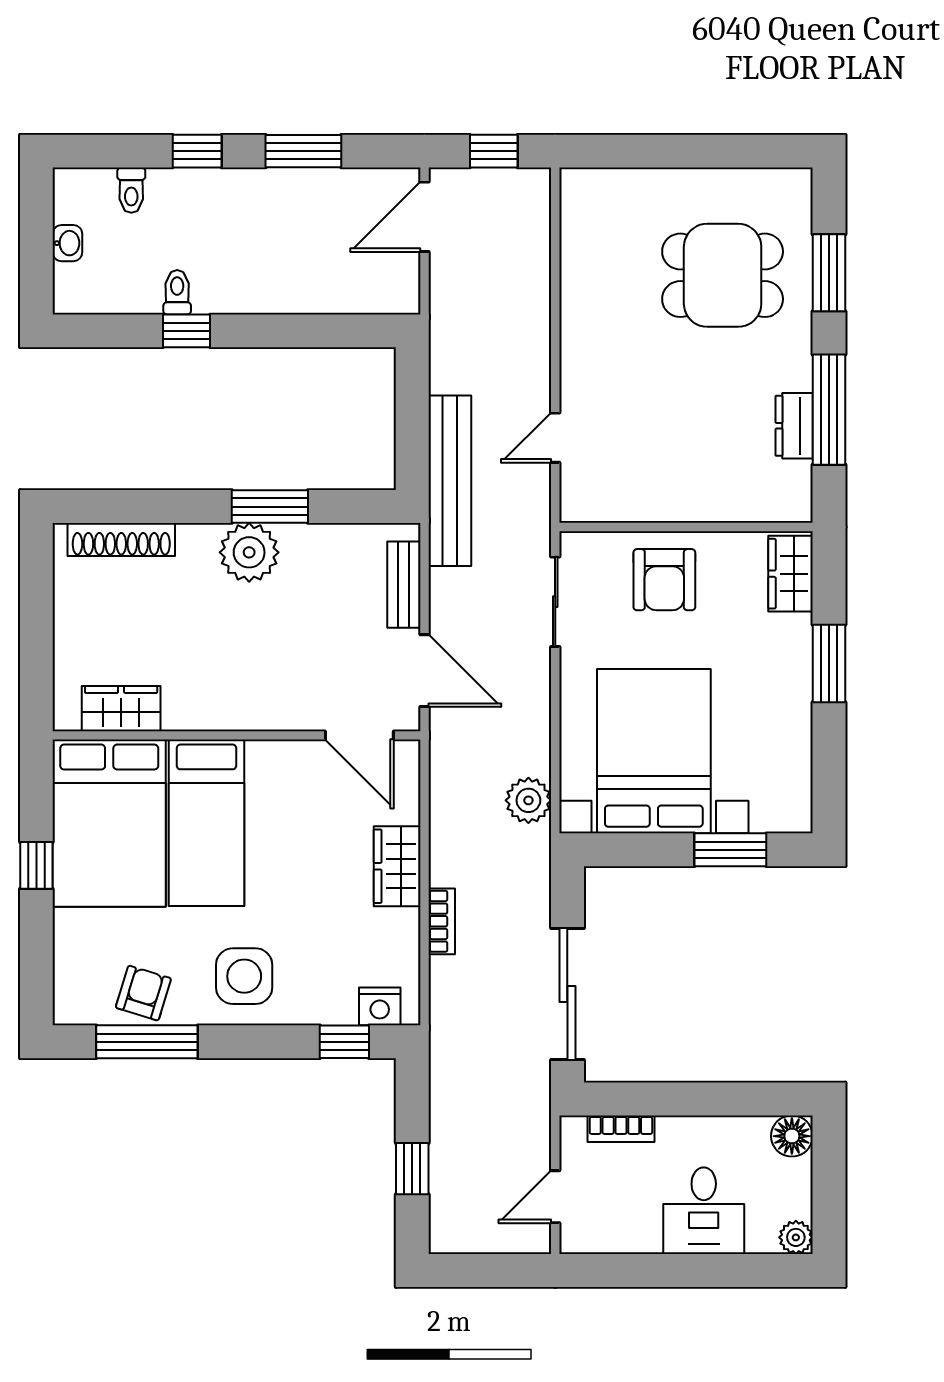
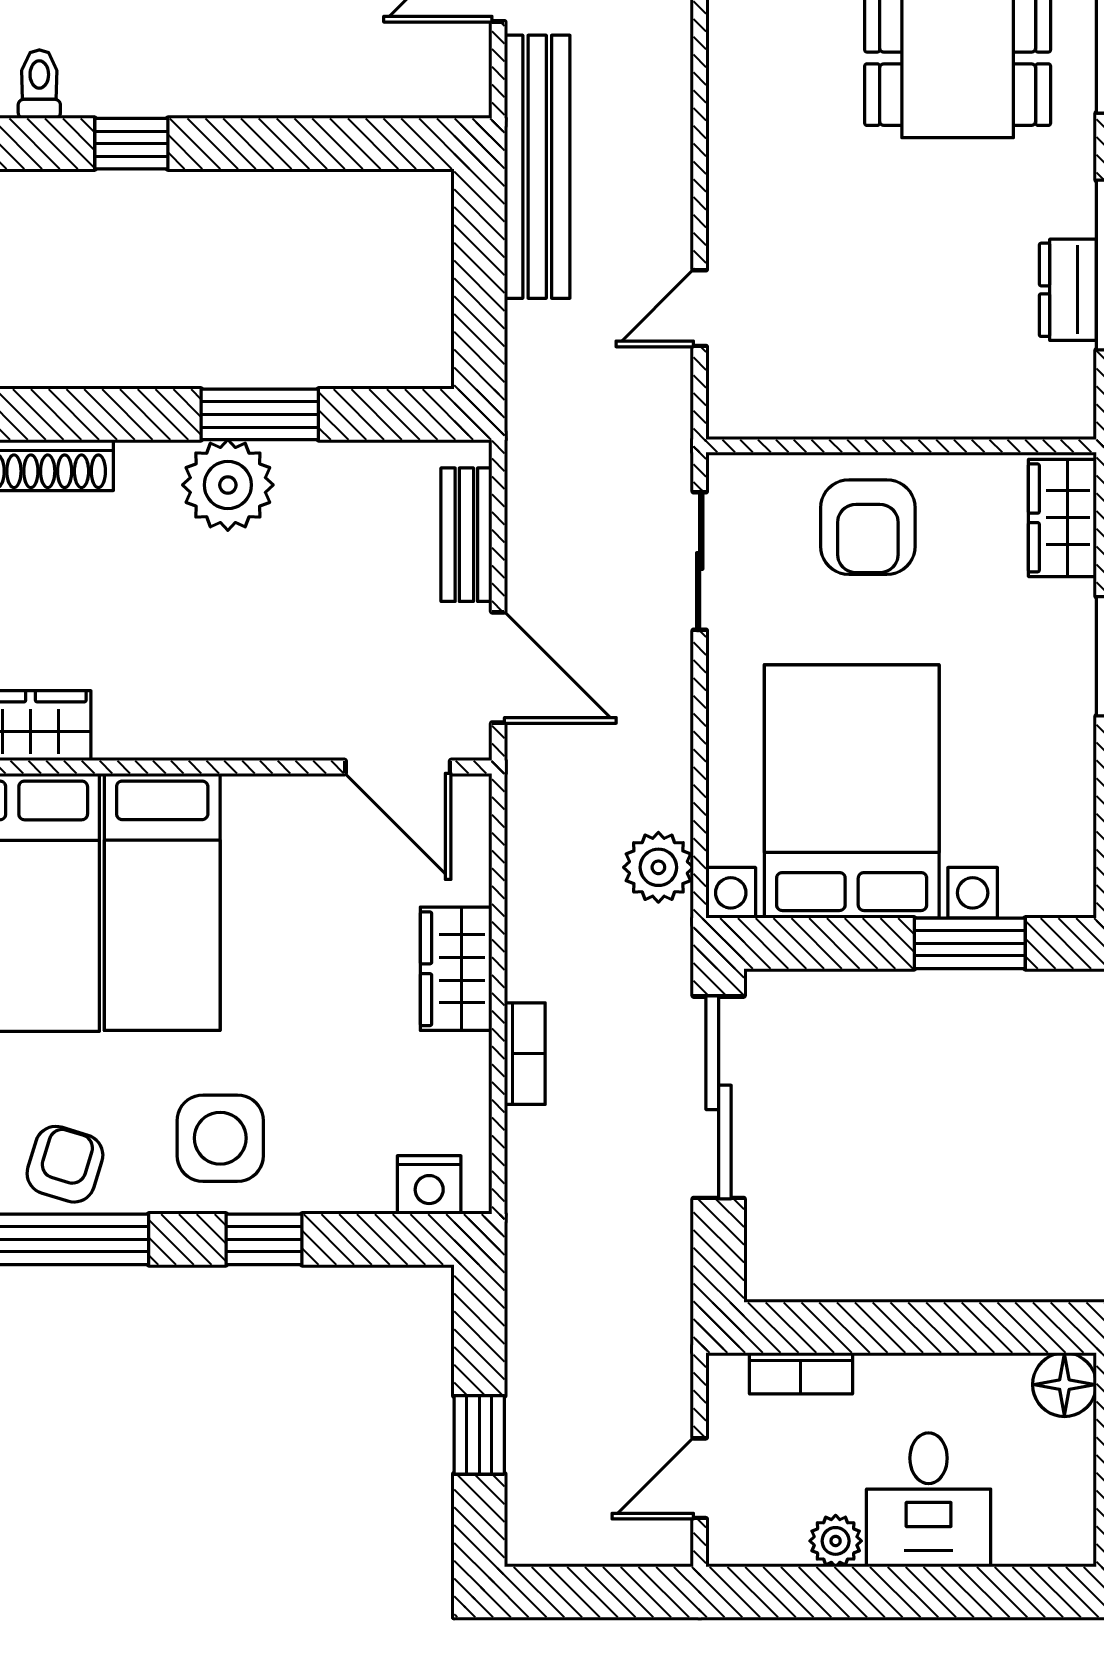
toilet: (177, 292) -> (39, 84), moved
bench: (450, 481) -> (537, 167), moved
sliding door: (567, 994) -> (719, 1097), moved
window: (344, 1042) -> (264, 1239), moved
plant: (796, 1237) -> (836, 1541), moved

